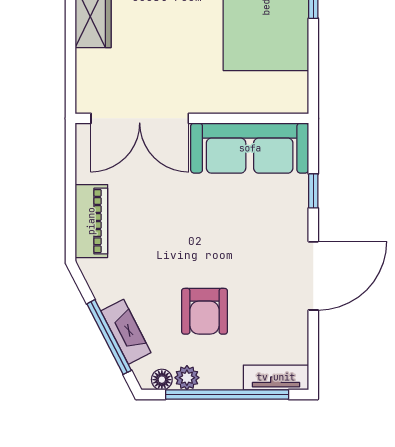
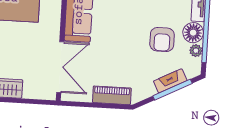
armchair: (204, 311) -> (162, 39), turned 90
floor lamp: (162, 380) -> (193, 33), moved, width x1.89, depth x1.89

